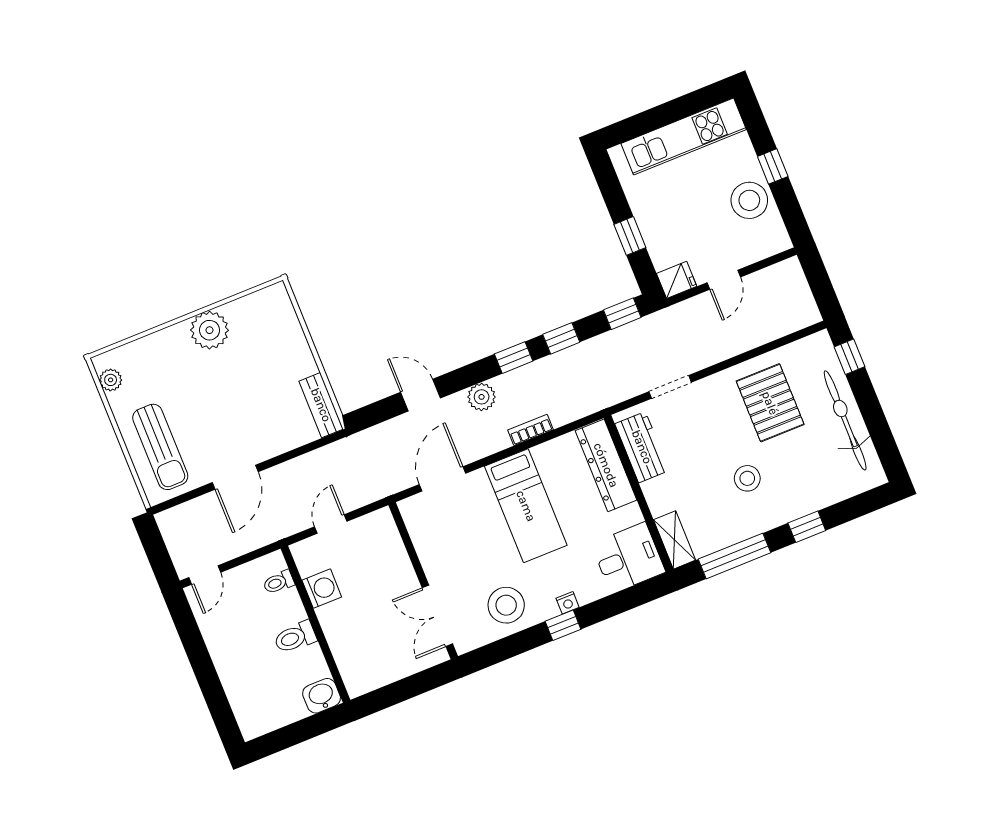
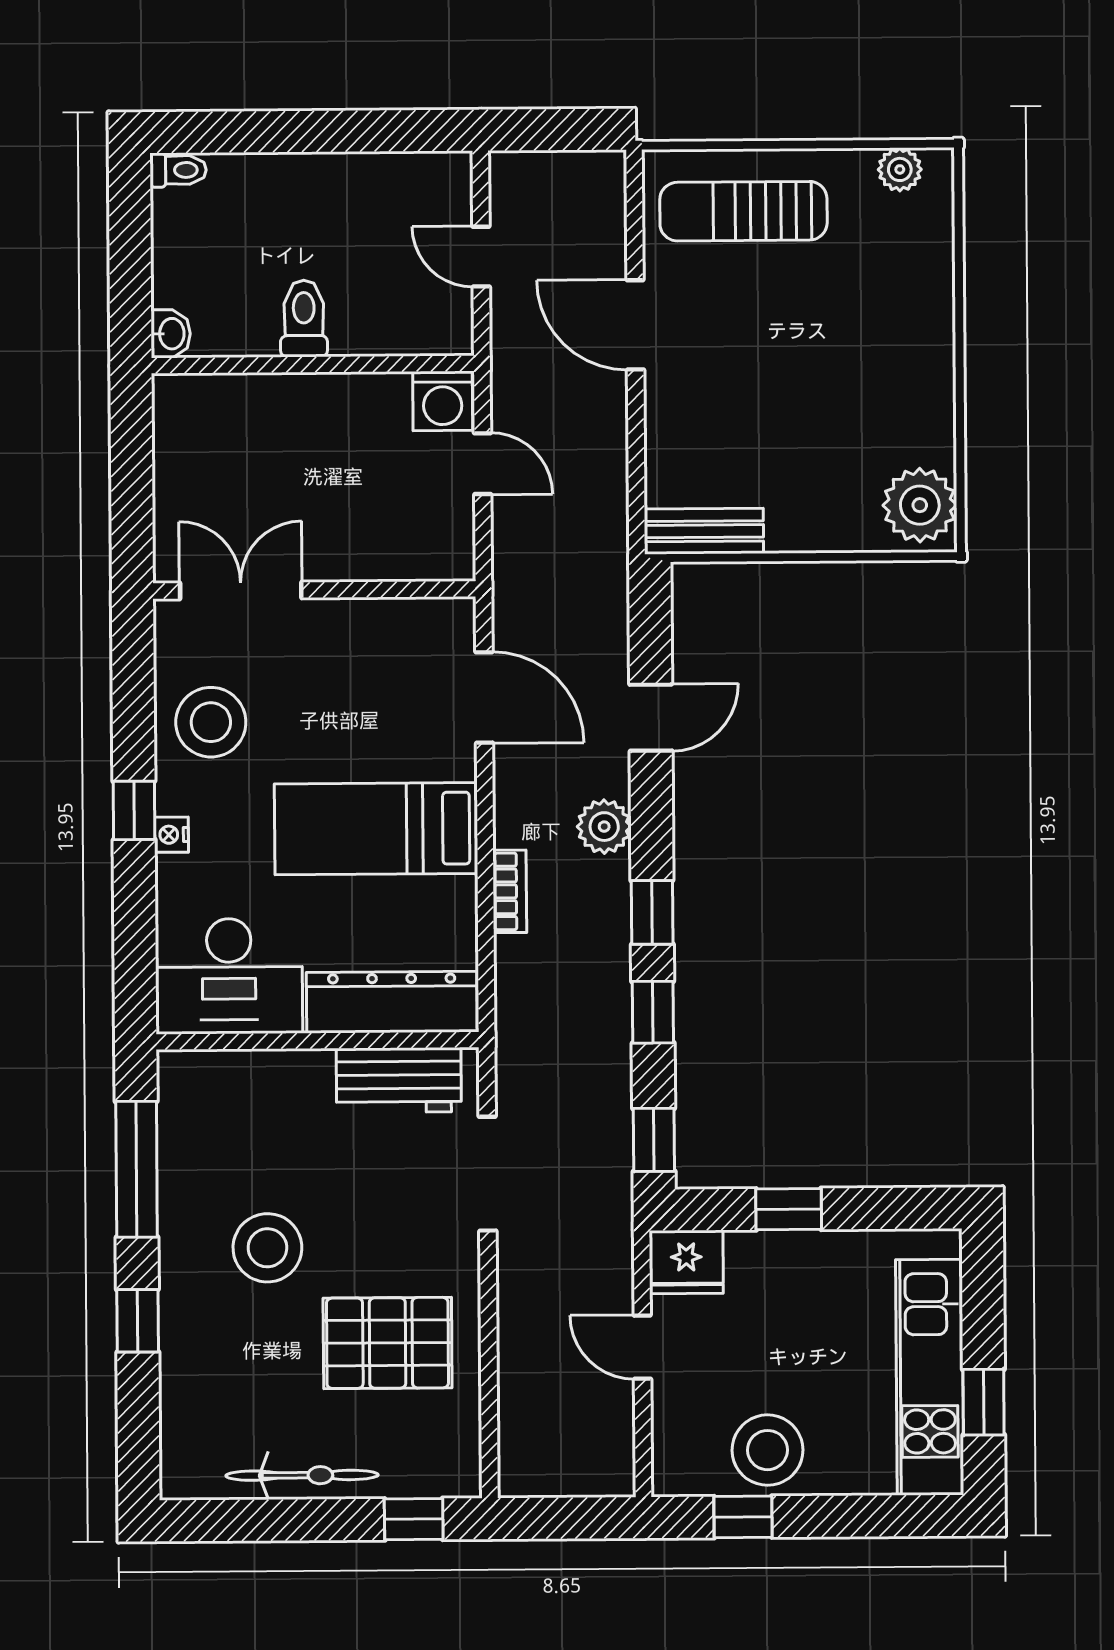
window: (685, 106) -> (984, 1402), added
window: (773, 166) -> (743, 1517), moved
fridge: (677, 280) -> (686, 1262), width x1.38
plant: (210, 330) -> (920, 505), moved
doorway: (670, 387) -> (488, 1174), width x1.38
bicycle: (845, 420) -> (302, 1475), width x0.73, depth x0.71
stool: (747, 478) -> (267, 1248), width x1.38, depth x1.38
shelving: (675, 540) -> (208, 1073), removed
desk: (628, 558) -> (229, 976), width x1.37
door: (205, 575) -> (481, 257), moved
toilet: (279, 582) -> (178, 170), moved, turned 90
washing machine: (322, 589) -> (443, 401), moved
washbasin: (322, 696) -> (171, 334), width x0.72, depth x0.69

